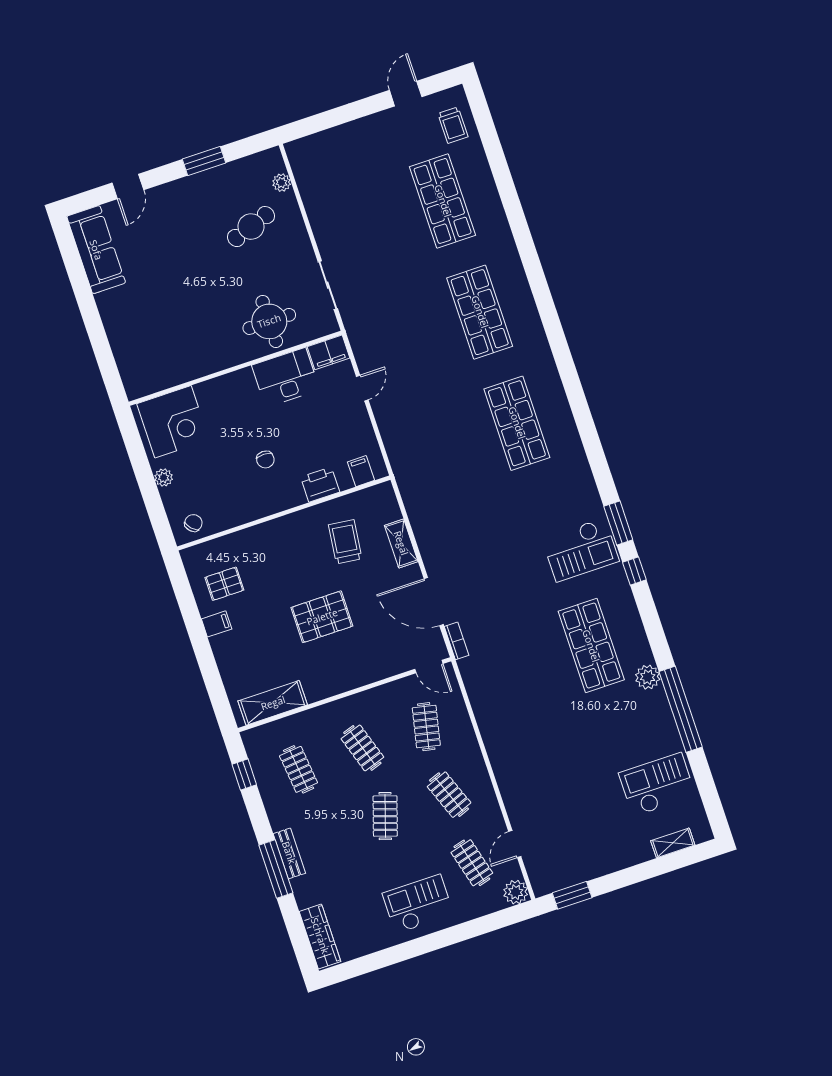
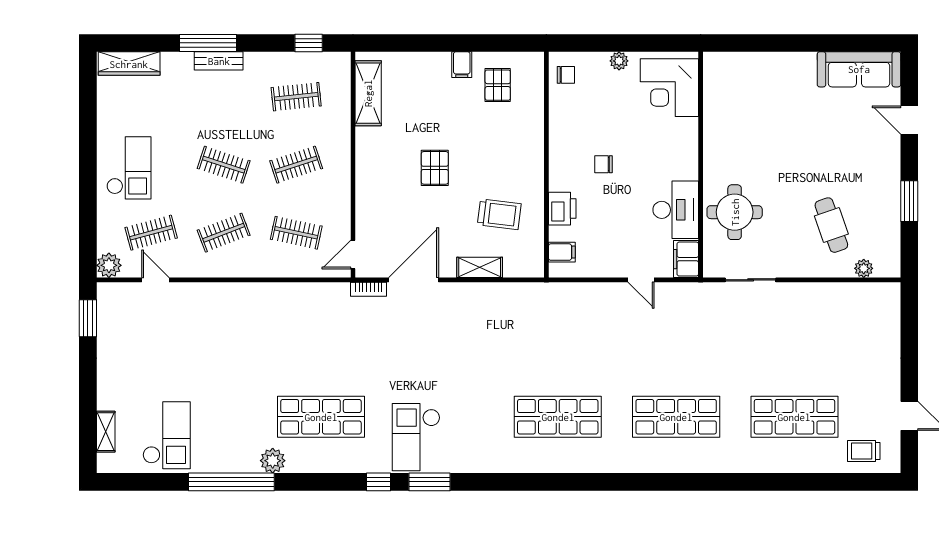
chair: (193, 523) -> (566, 75), turned -47
pallet: (322, 617) -> (435, 168), width x0.67, depth x0.71

